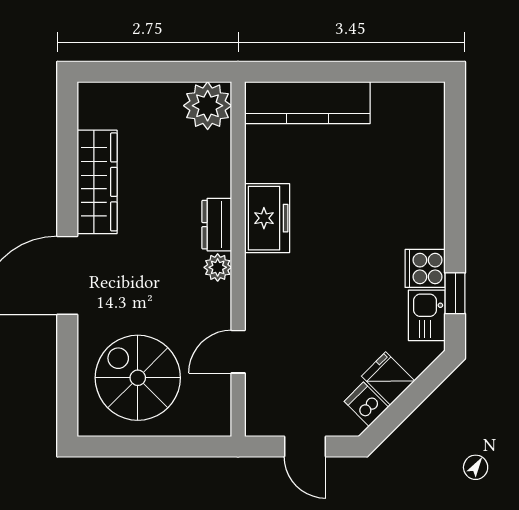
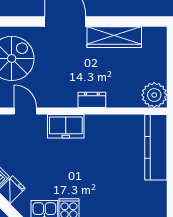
freezer: (267, 218) -> (66, 126), moved
plant: (218, 267) -> (69, 100), removed

